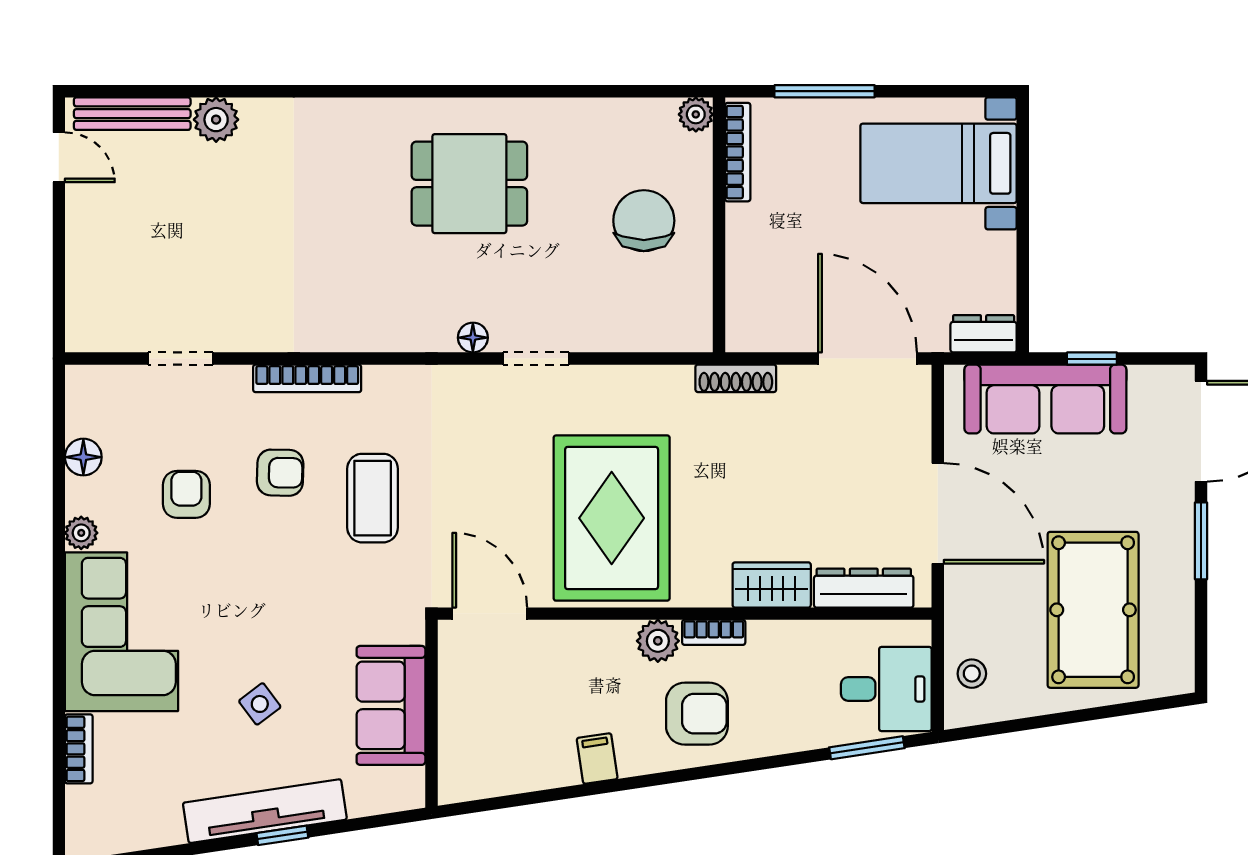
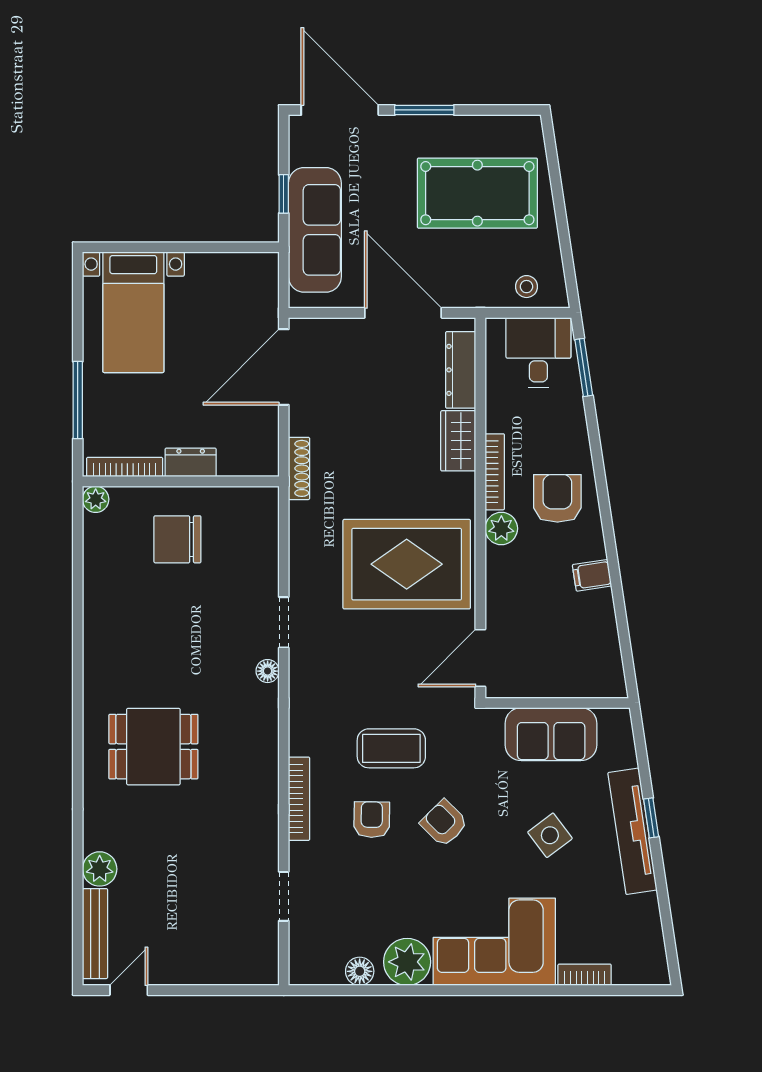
dining table: (469, 184) -> (153, 747), moved, turned 90
dresser: (984, 334) -> (191, 462), moved, turned 90
armchair: (186, 494) -> (444, 823), moved, turned 45
door: (938, 513) -> (403, 313), hinge flipped
plant: (81, 533) -> (407, 962), width x1.87, depth x1.87
bookcase: (714, 632) -> (495, 472), width x1.56
side table: (260, 704) -> (550, 835), width x1.37, depth x1.37

